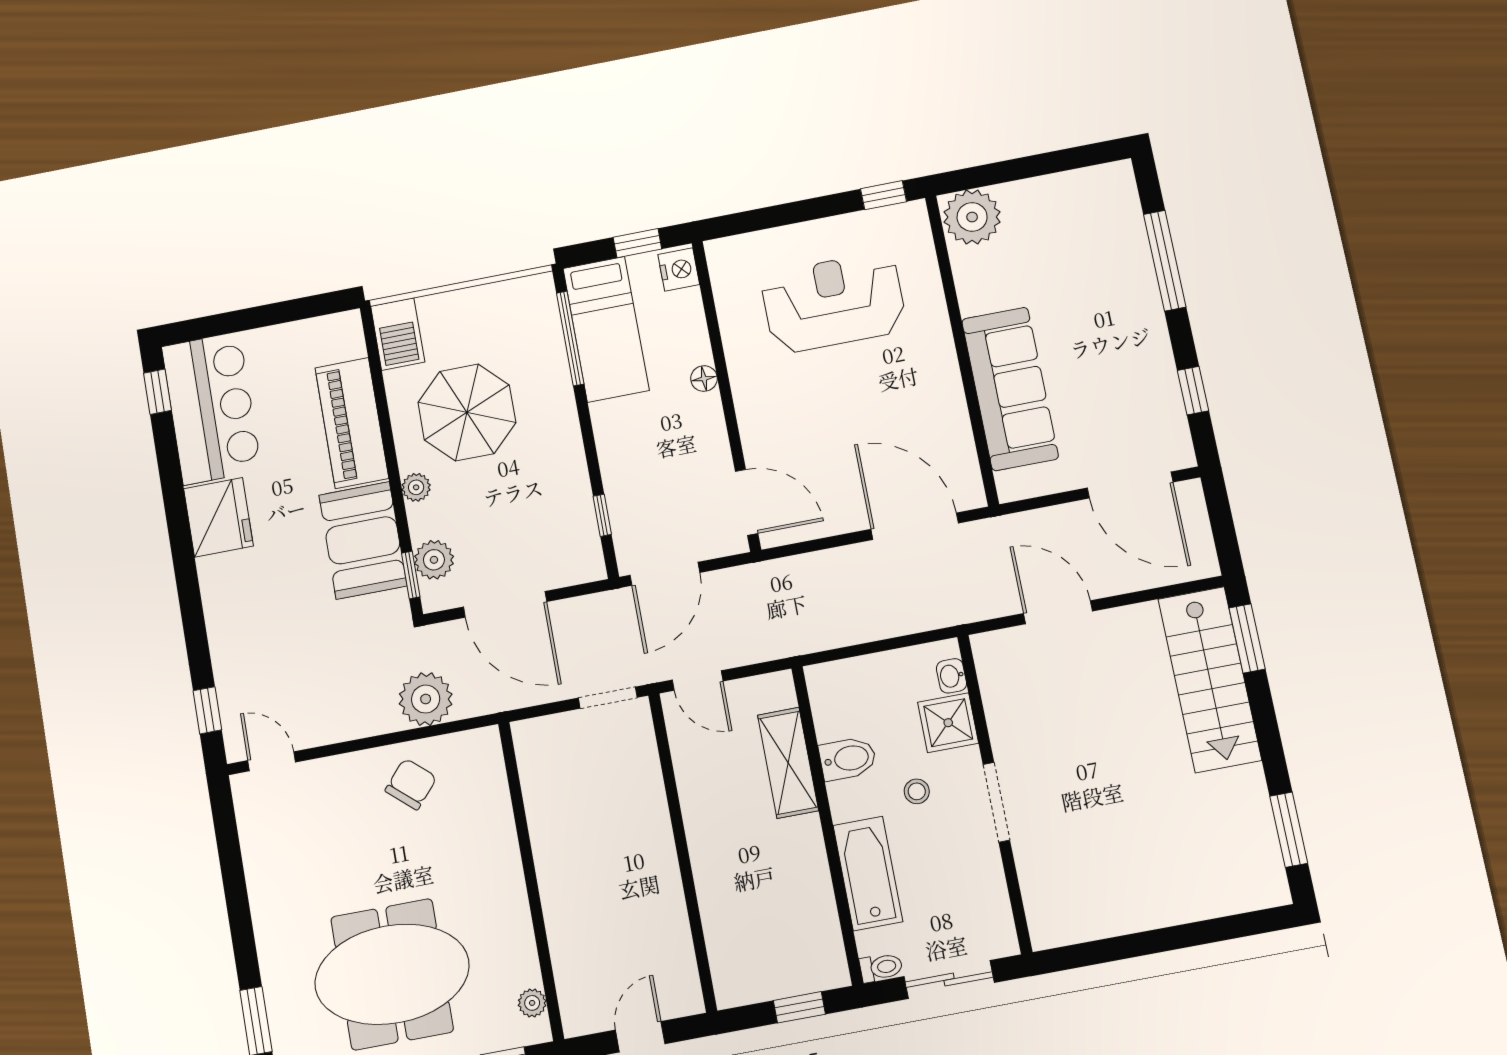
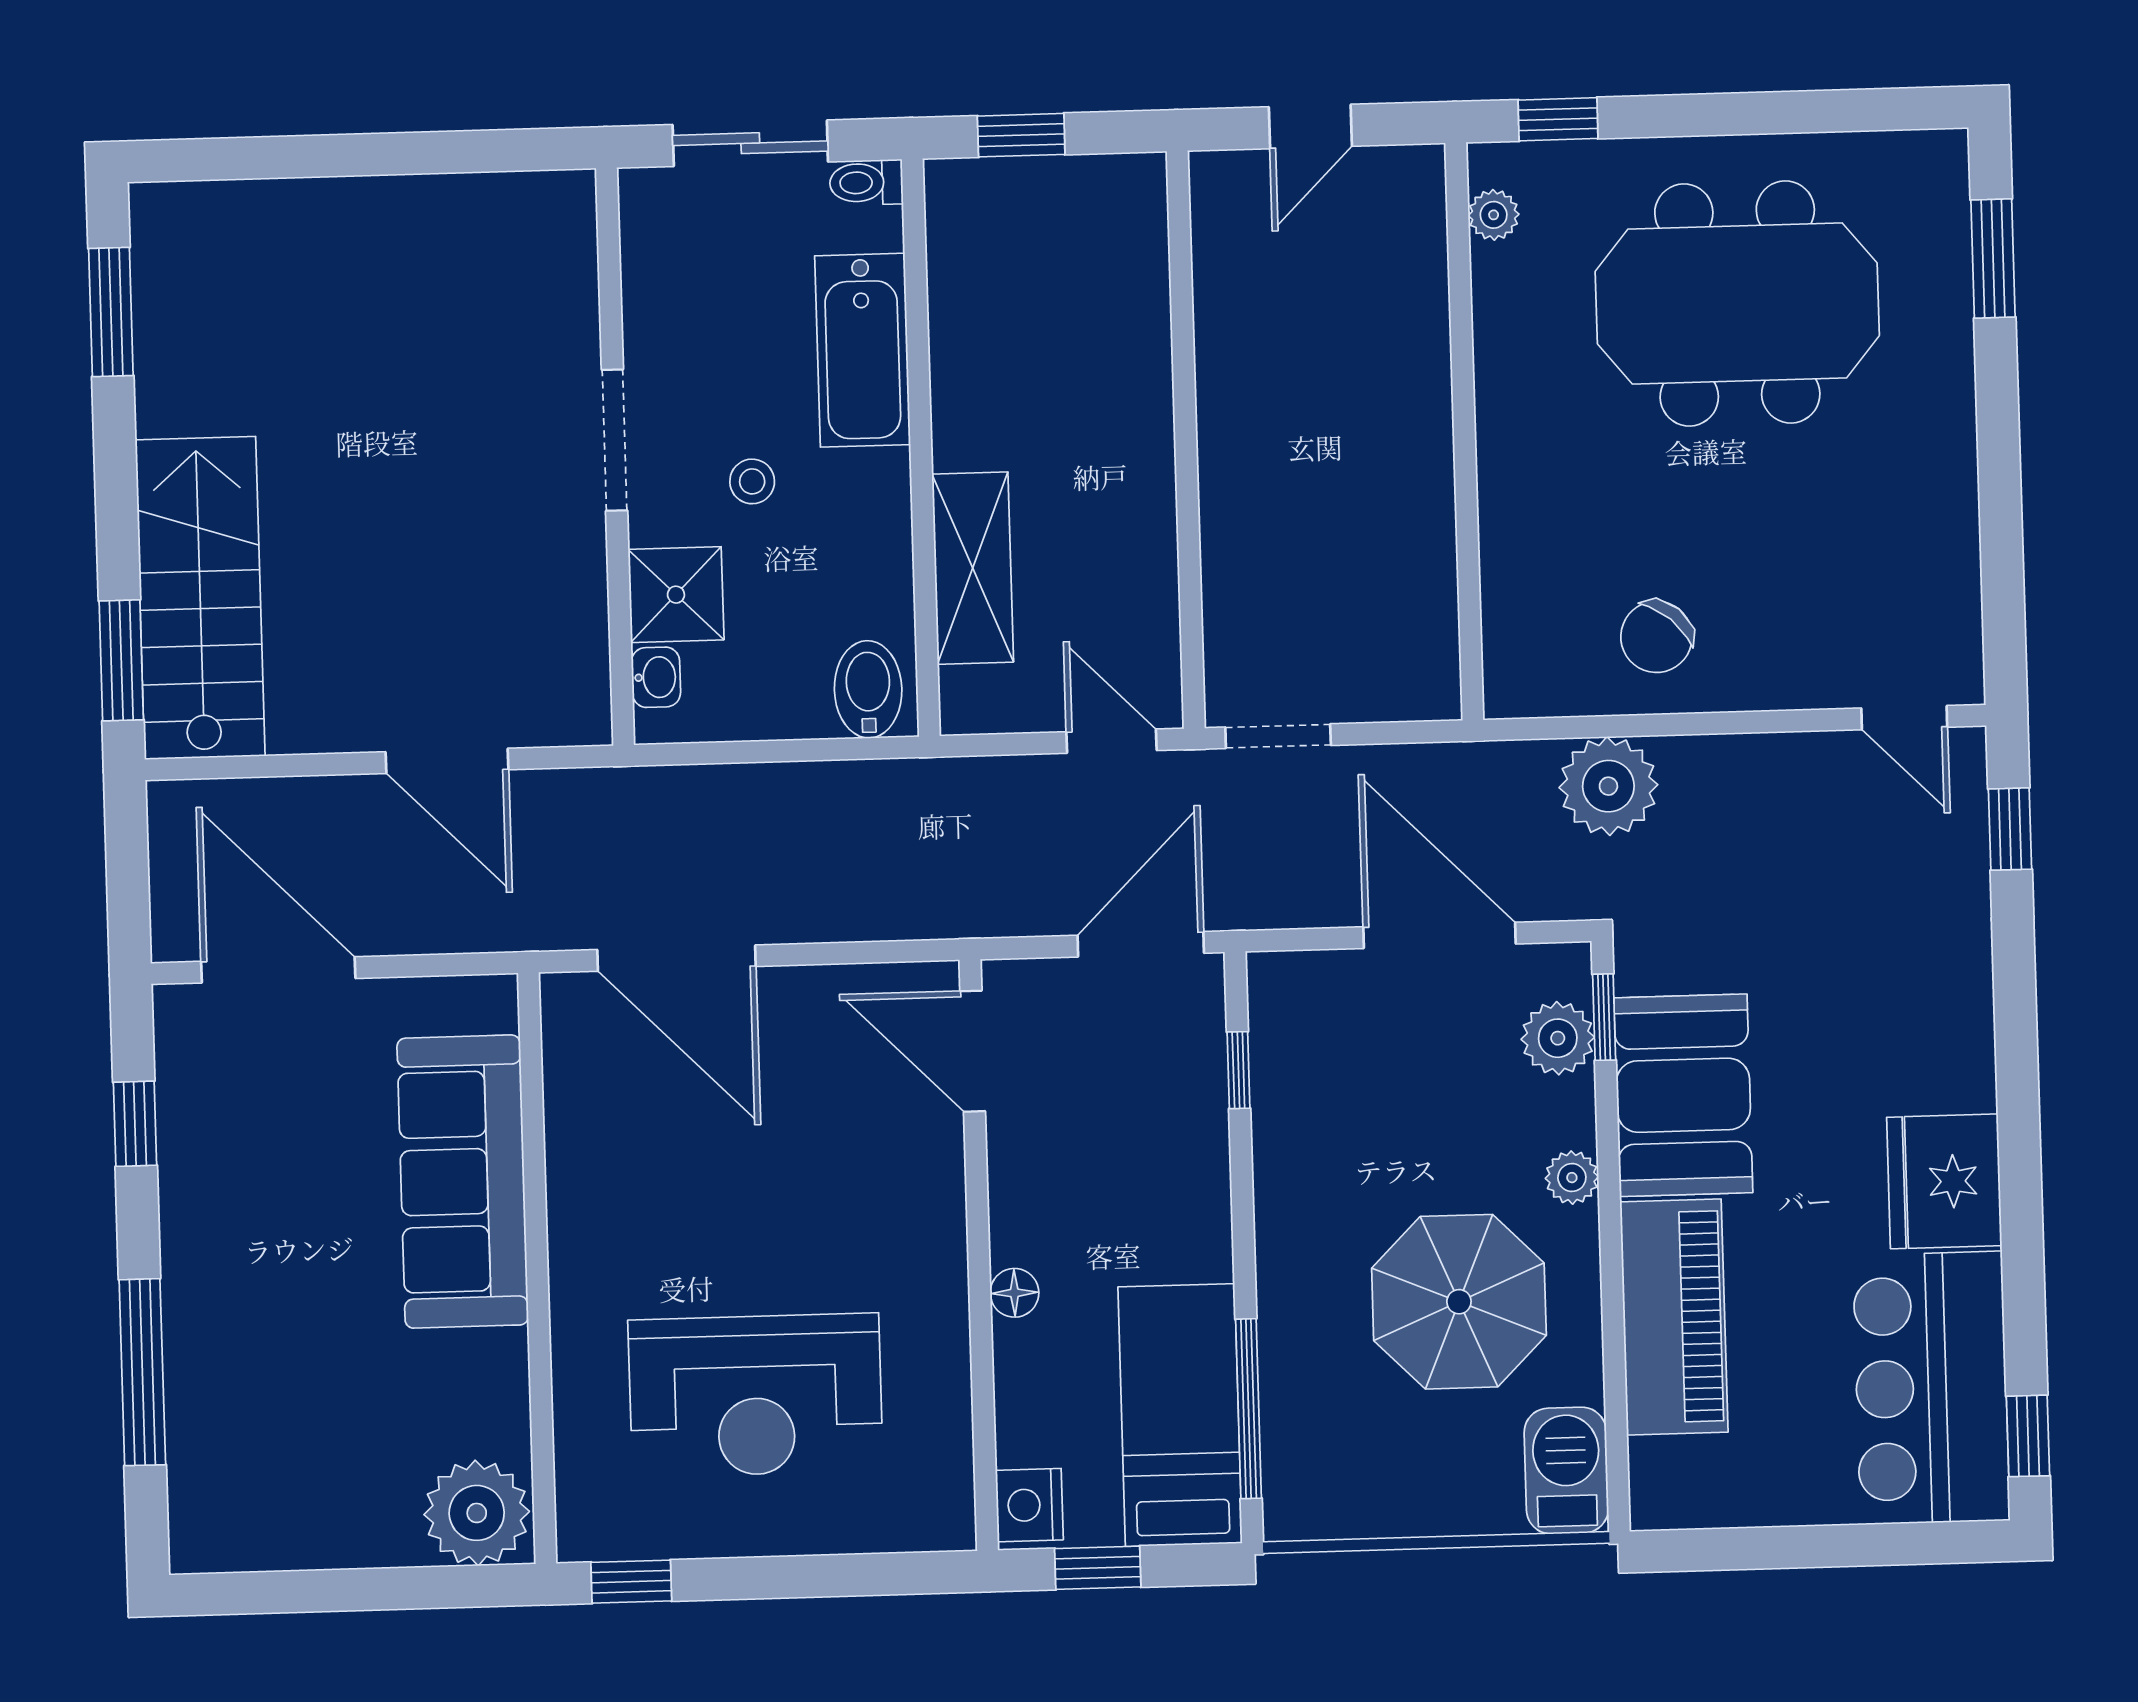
bidet: (848, 759) -> (868, 689), moved, turned 90

